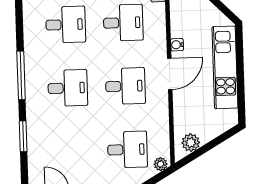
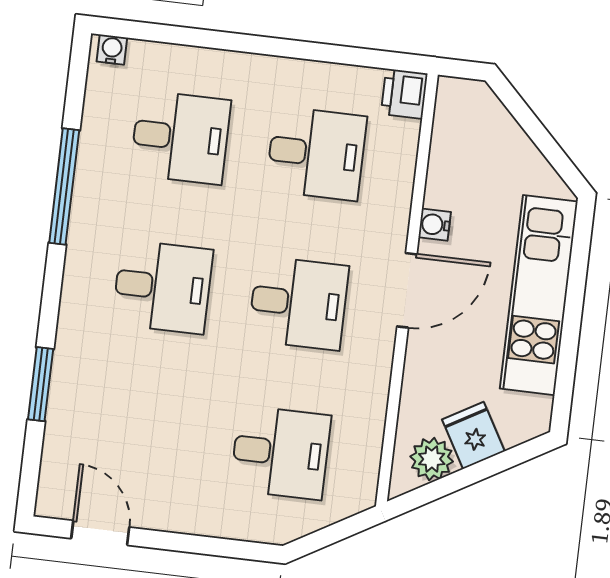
window: (21, 75) -> (64, 187), moved
fridge: (207, 130) -> (473, 435), added
plant: (161, 164) -> (353, 499), removed

